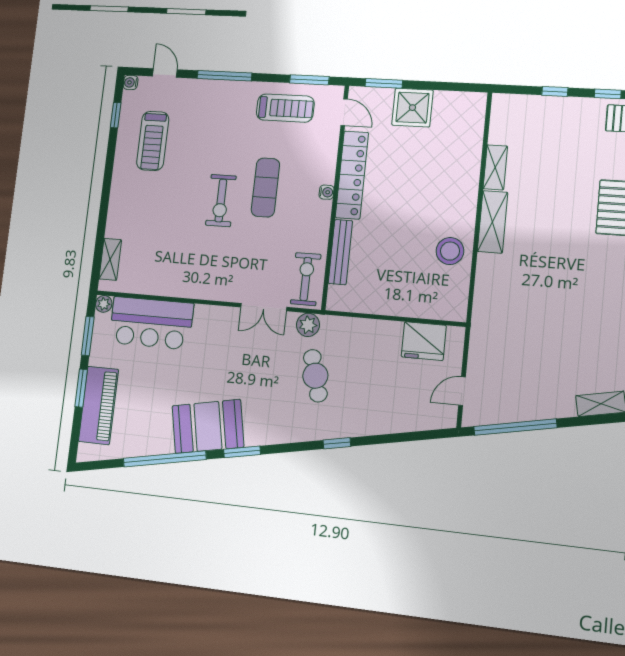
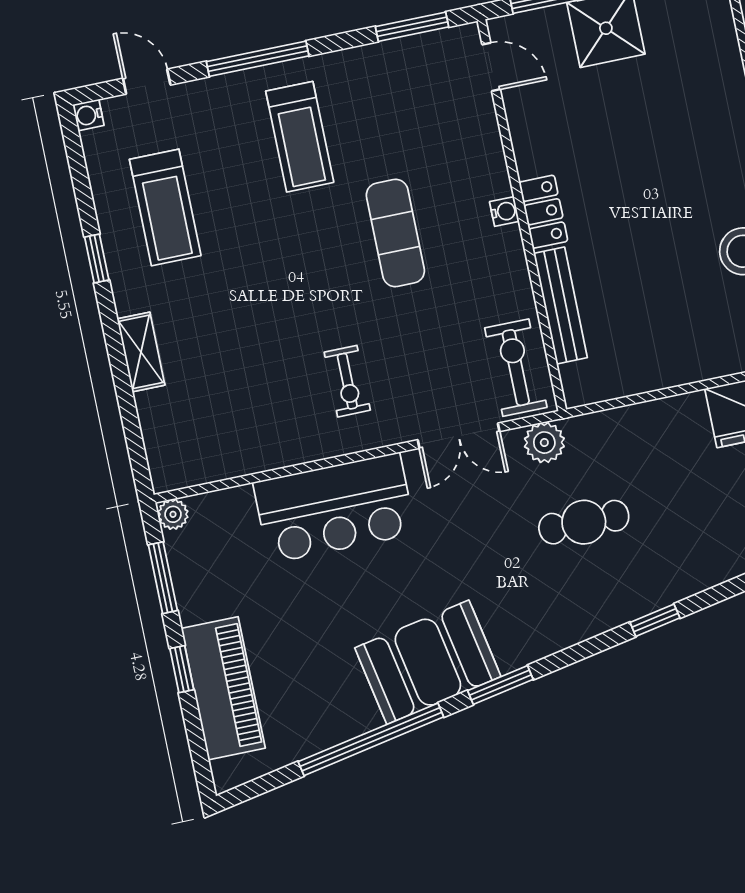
treadmill: (285, 108) -> (300, 137), moved, turned 90
window: (116, 115) -> (97, 259), moved
locker: (352, 175) -> (543, 212), width x0.46, depth x0.83
exercise bike: (221, 201) -> (347, 381), moved, width x0.73, depth x0.72
shelving: (110, 259) -> (141, 352), moved
bar counter: (151, 323) -> (334, 508), moved
cafe table: (315, 376) -> (584, 522), turned -74
window: (81, 388) -> (182, 669), width x0.67

